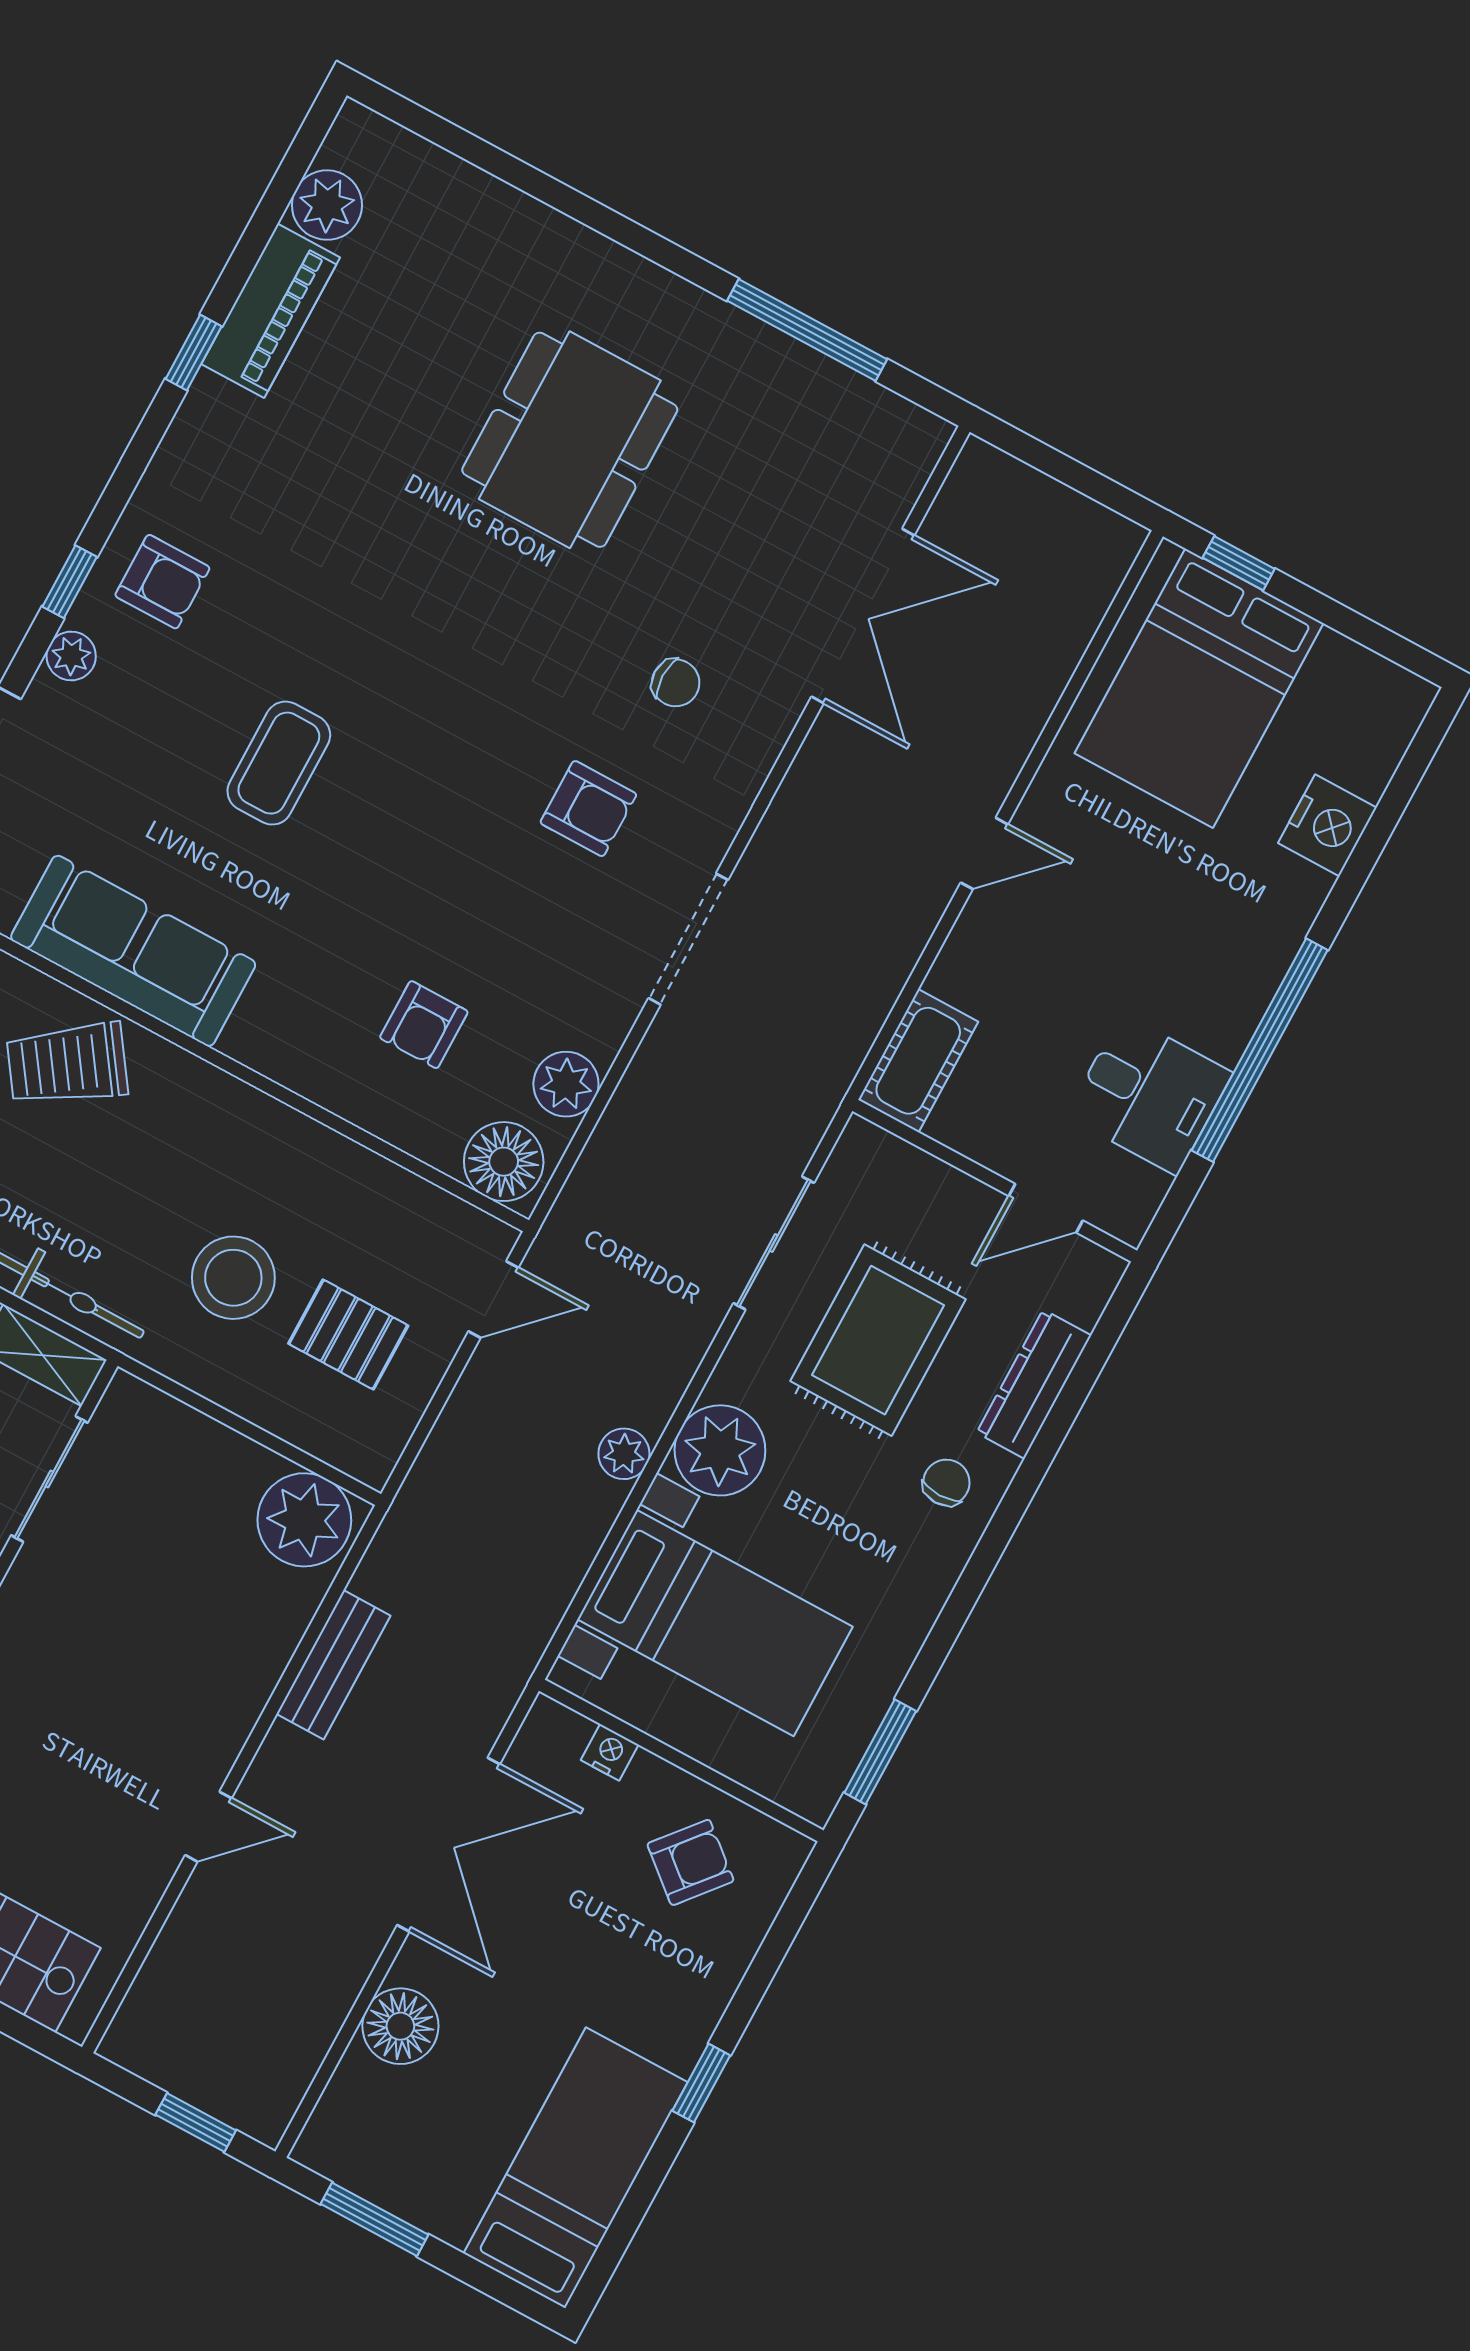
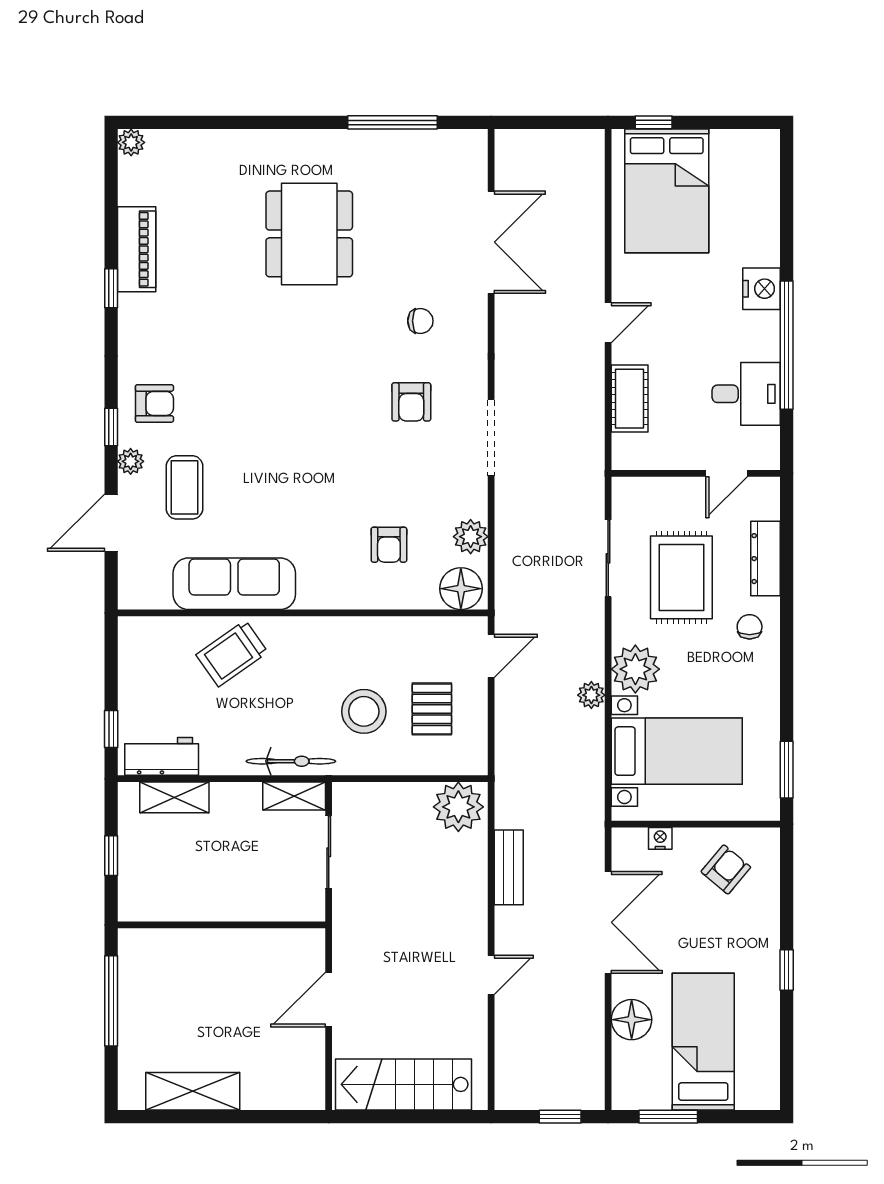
plant: (327, 205) -> (131, 142), moved, width x0.73, depth x0.73
coffee table: (279, 763) -> (184, 487), moved
armchair: (588, 809) -> (411, 402), turned 90
nightstand: (1327, 825) -> (762, 289), moved
cot: (918, 1061) -> (630, 399), moved
pallet: (348, 1335) -> (432, 709), turned 90
bed: (576, 2168) -> (703, 1042), moved

